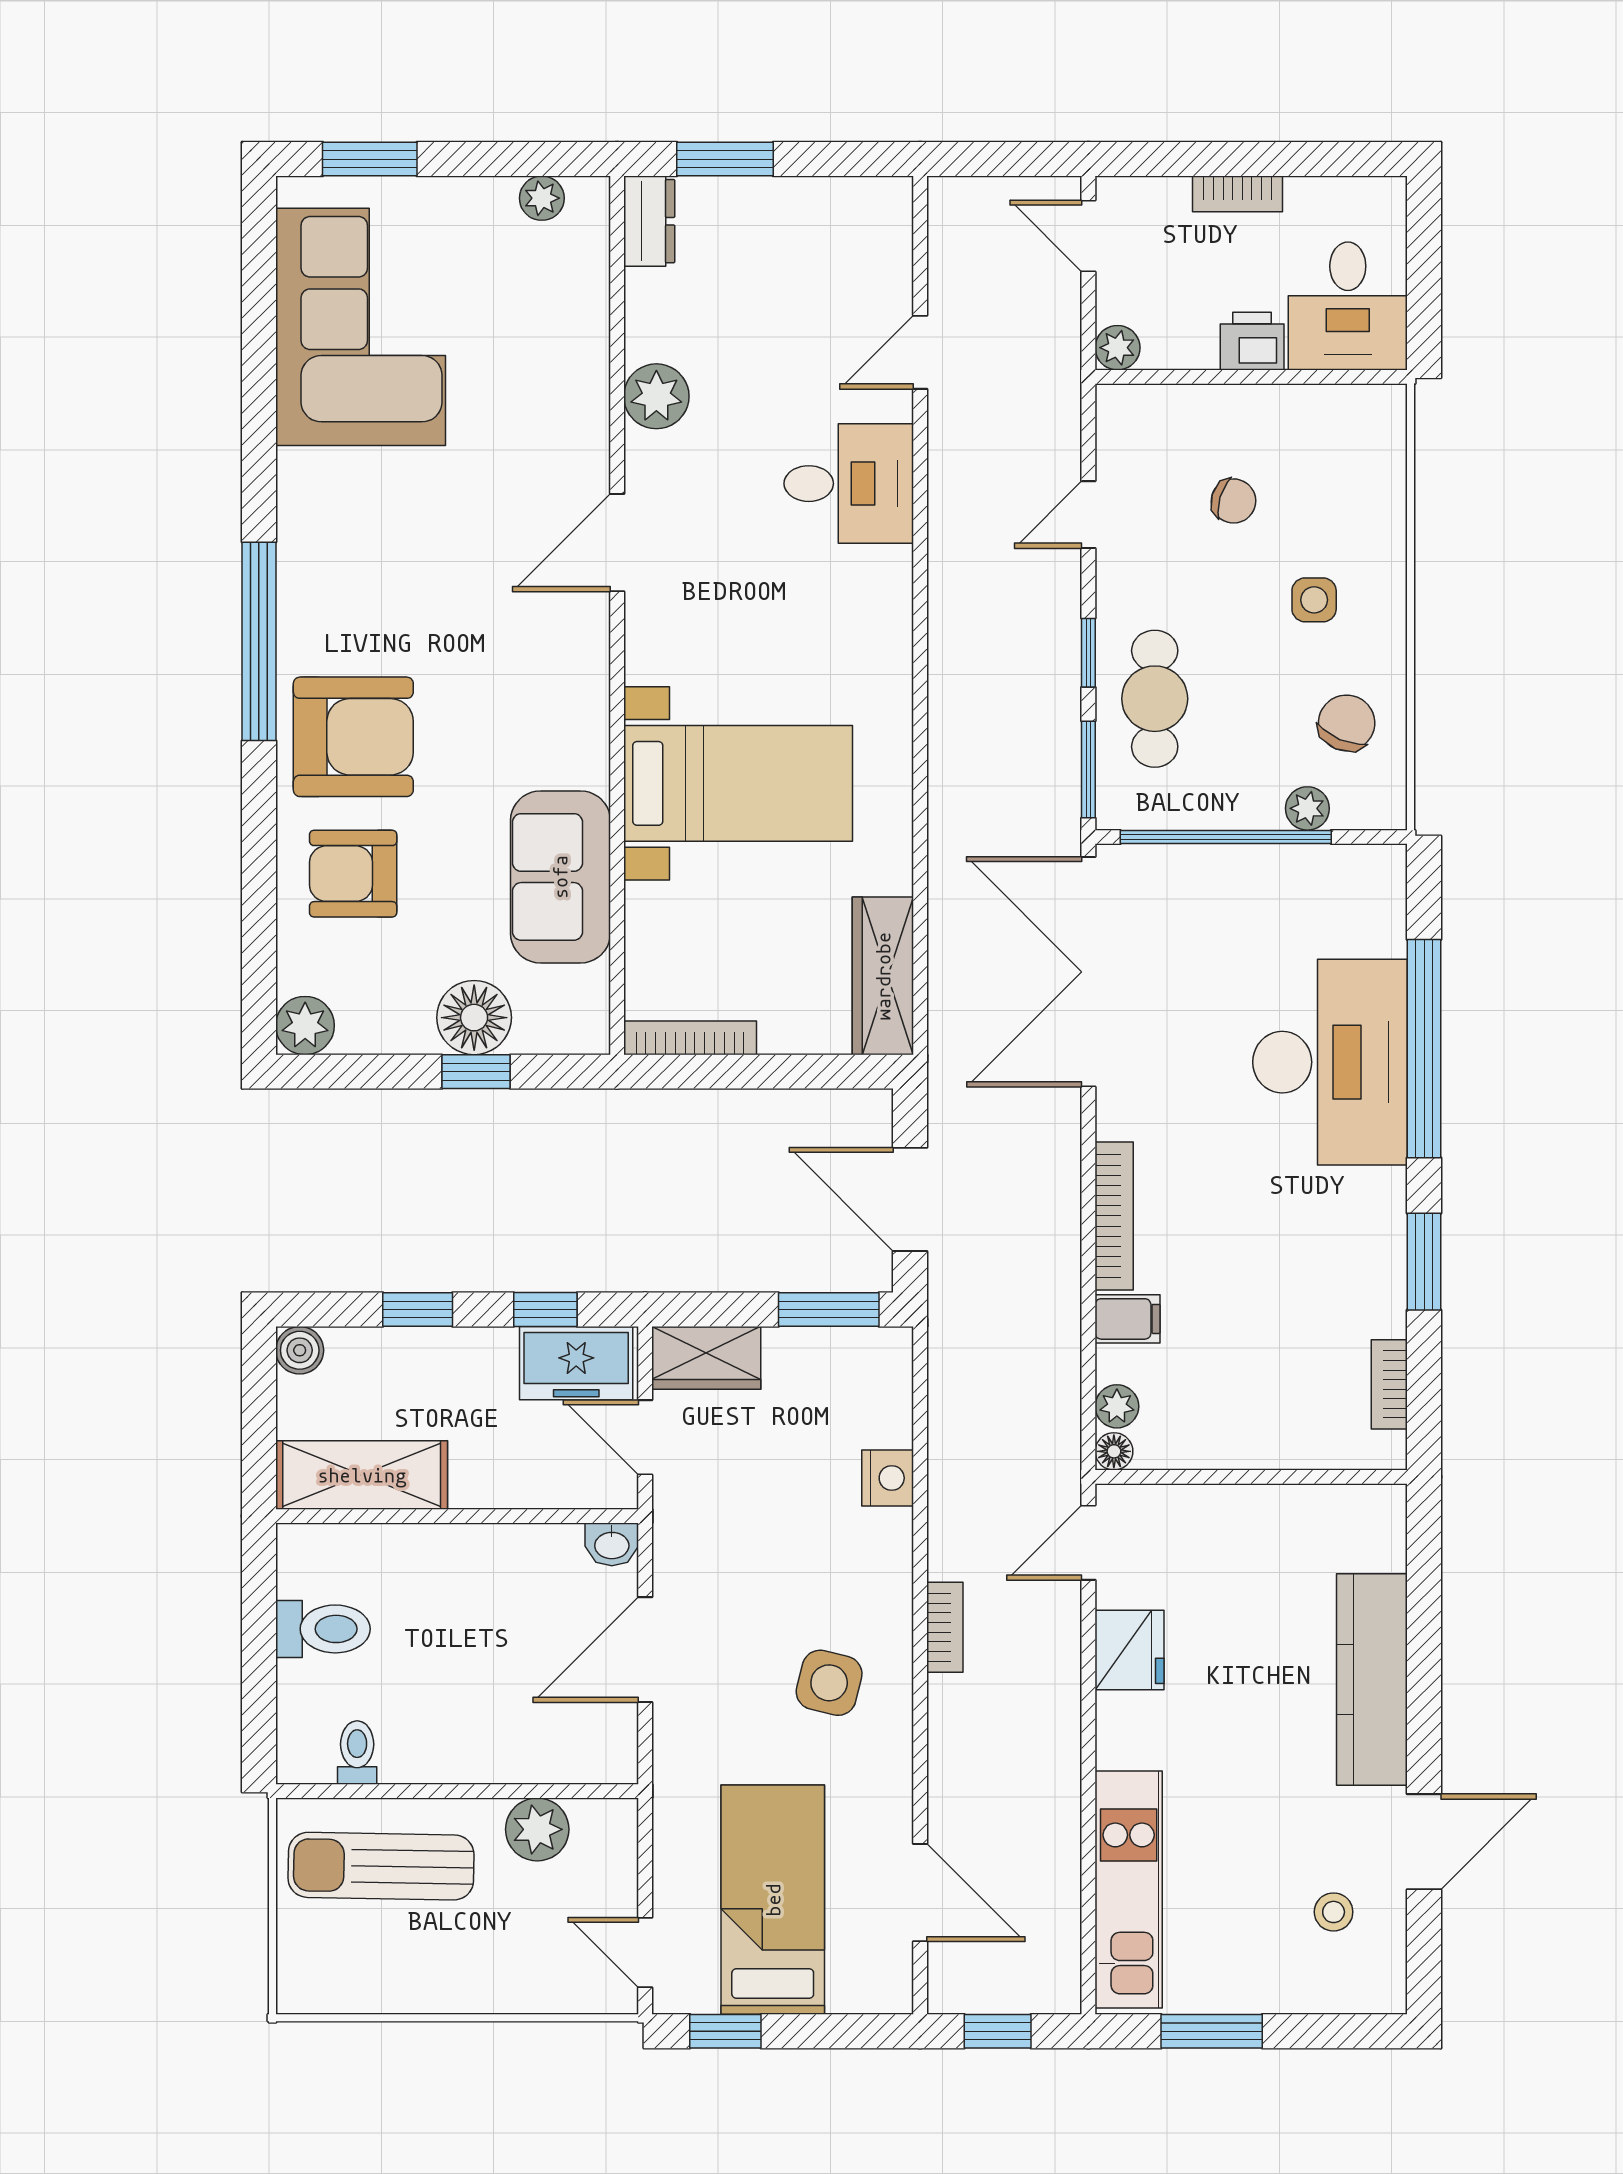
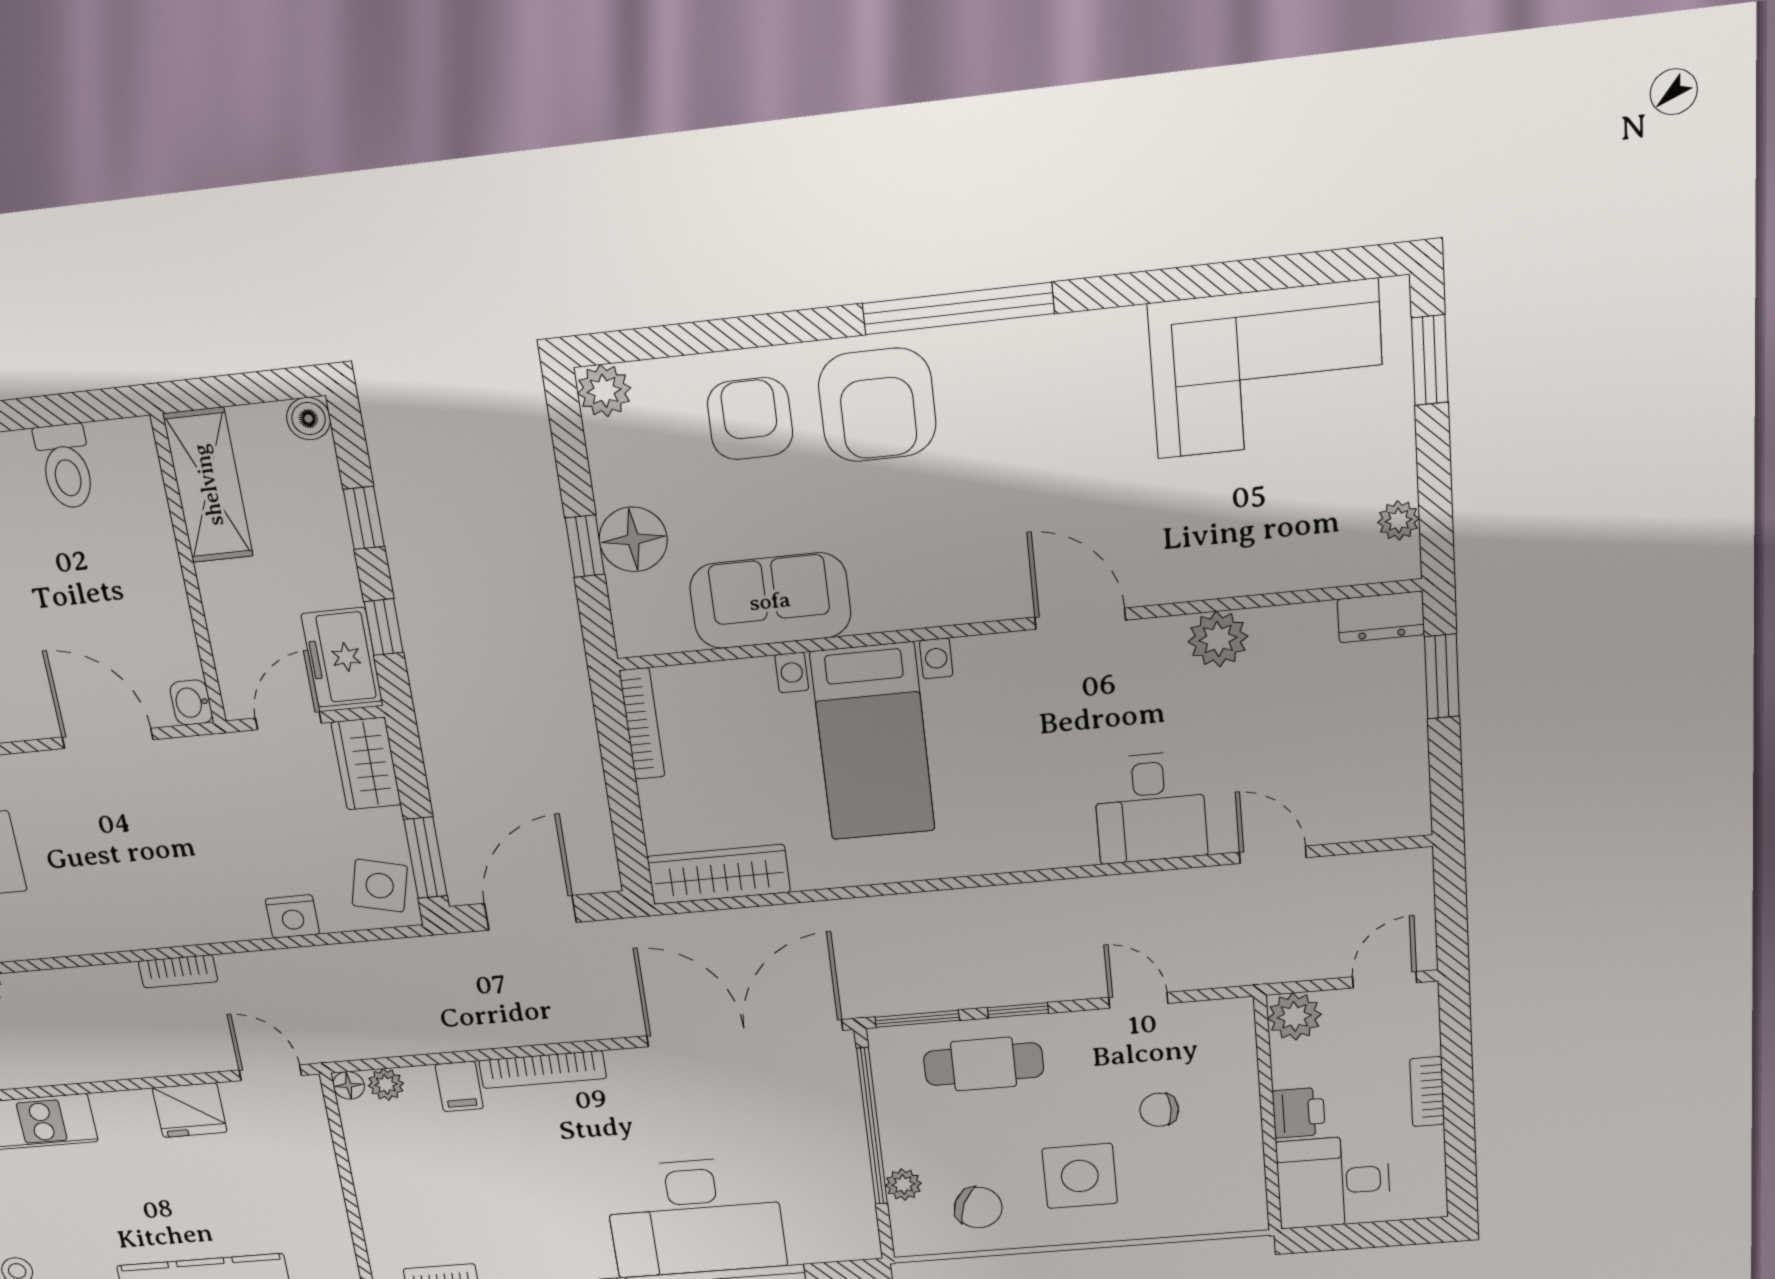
plant: (1118, 348) -> (1294, 1016), width x1.38, depth x1.38
chair: (1234, 501) -> (1159, 1110), turned 73
side table: (1314, 600) -> (1080, 1176), width x1.87, depth x1.87
side table: (829, 1683) -> (380, 886), moved

